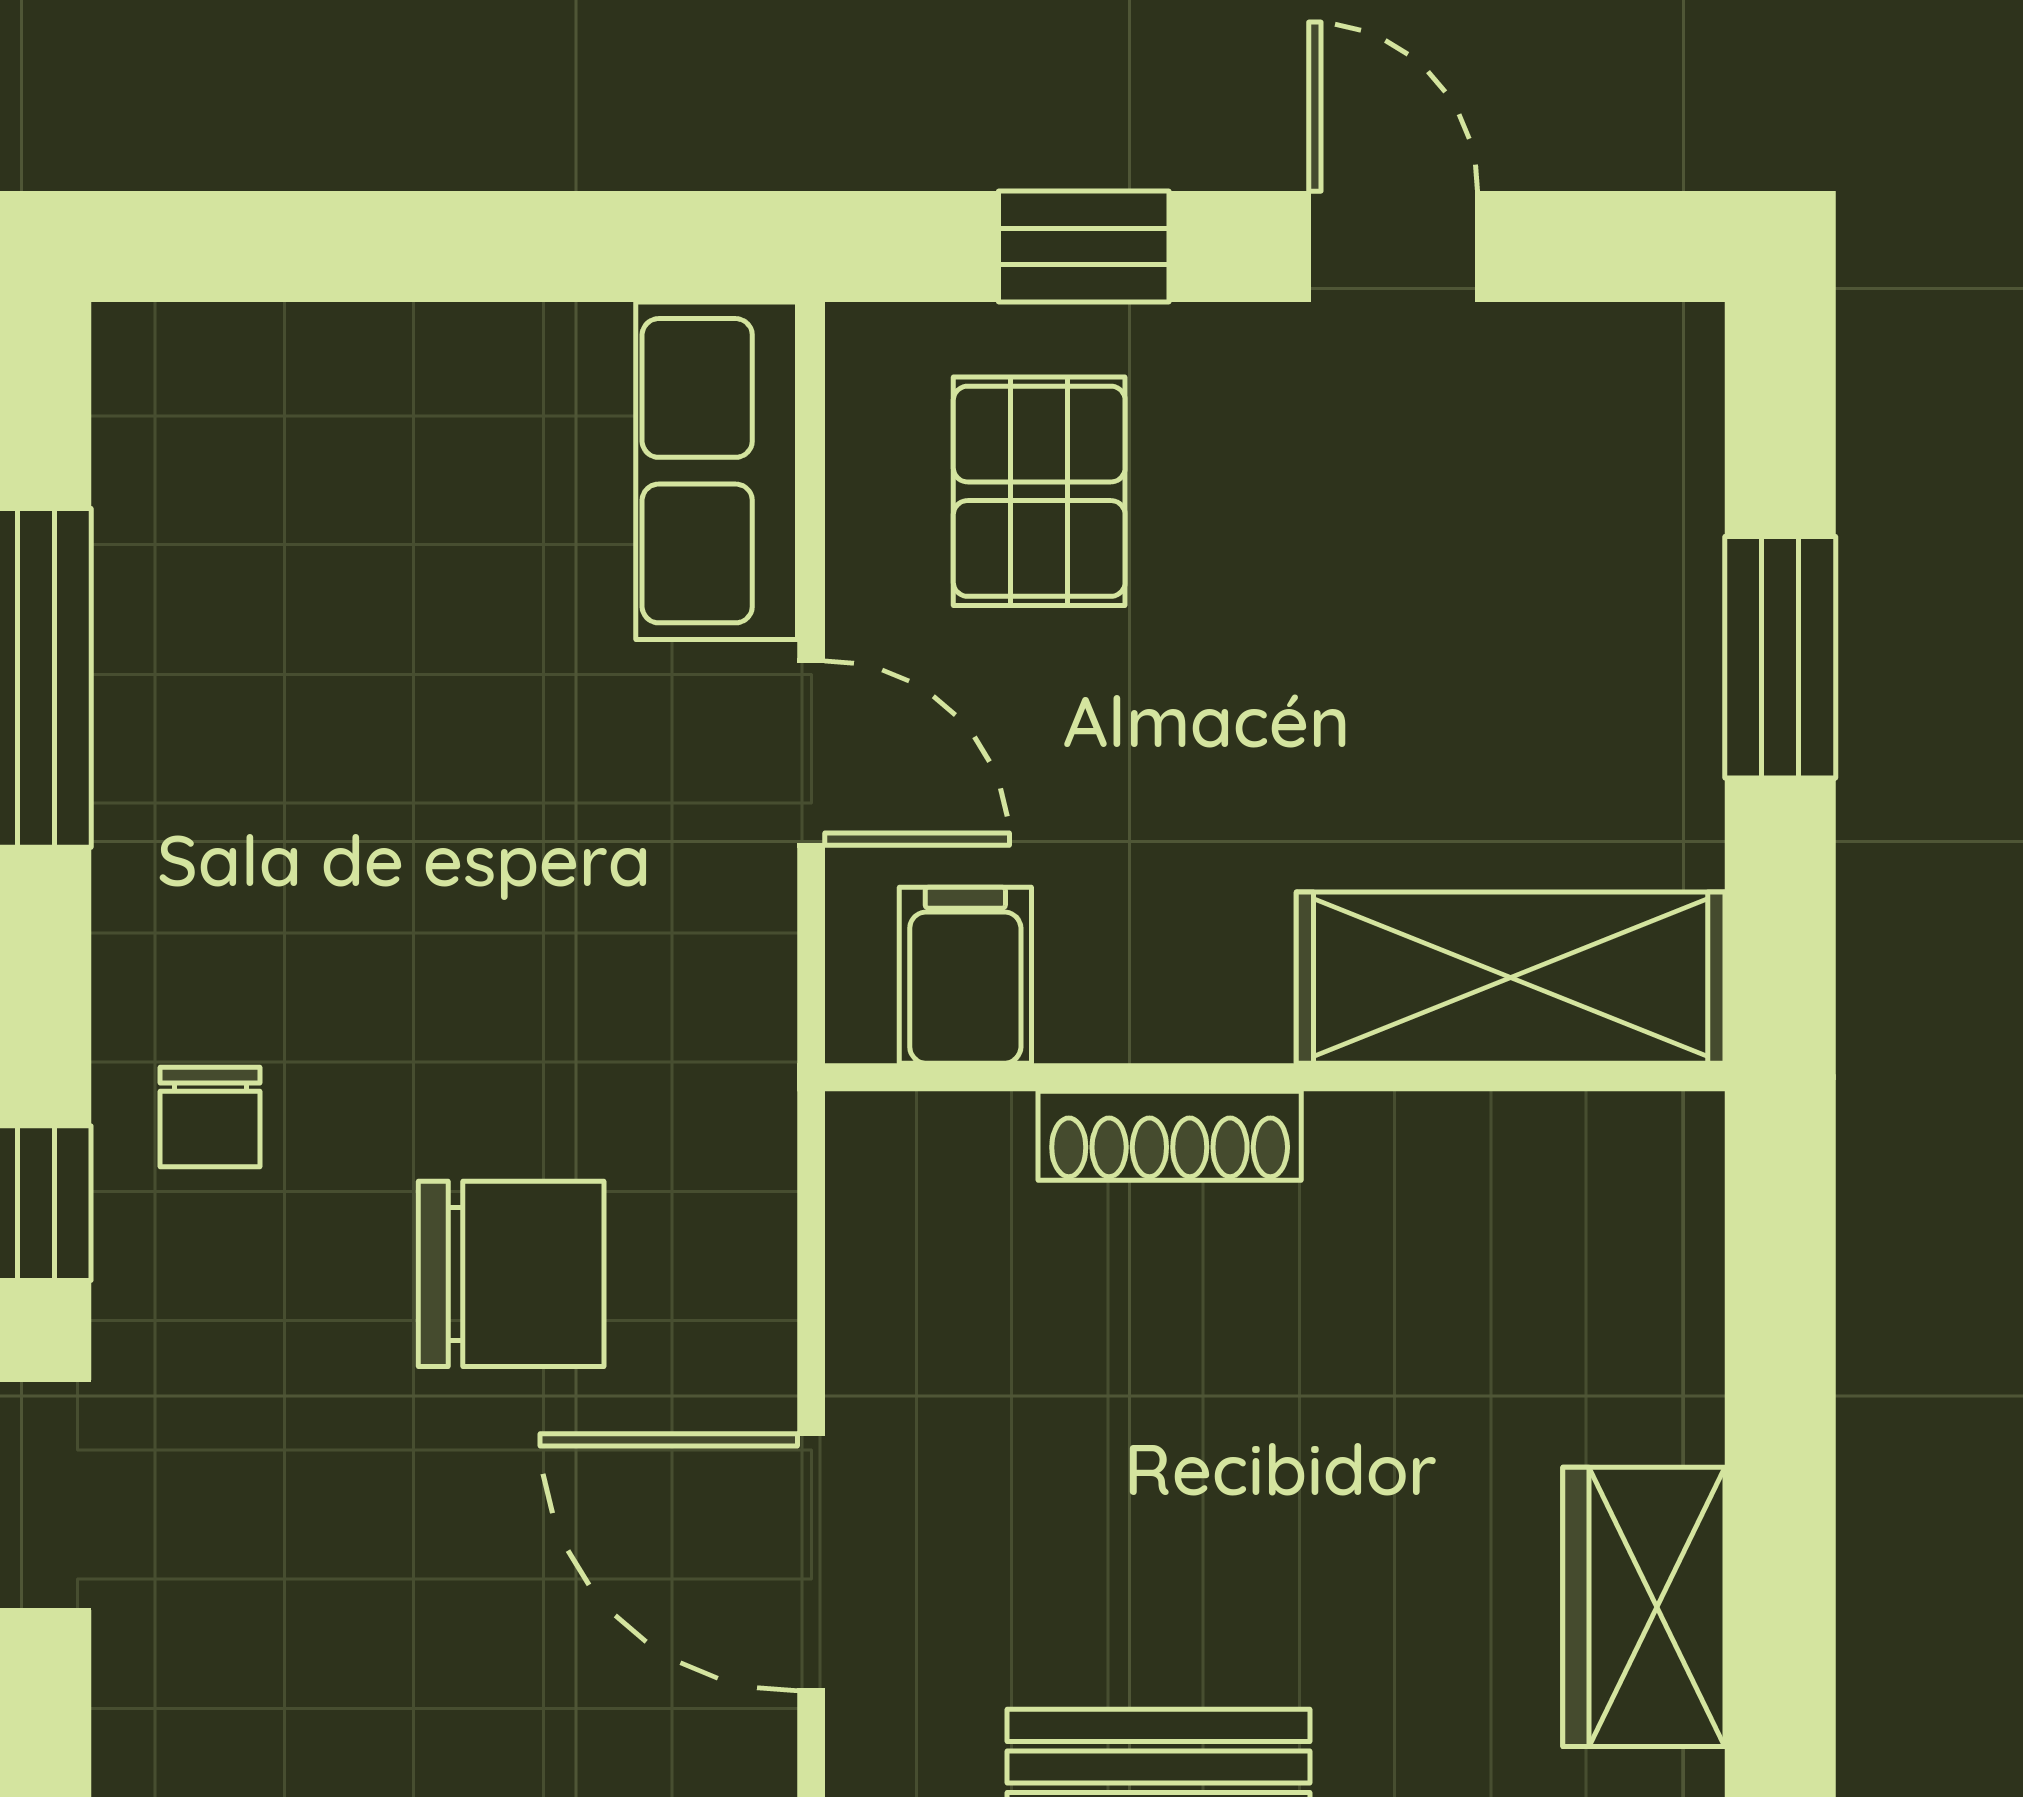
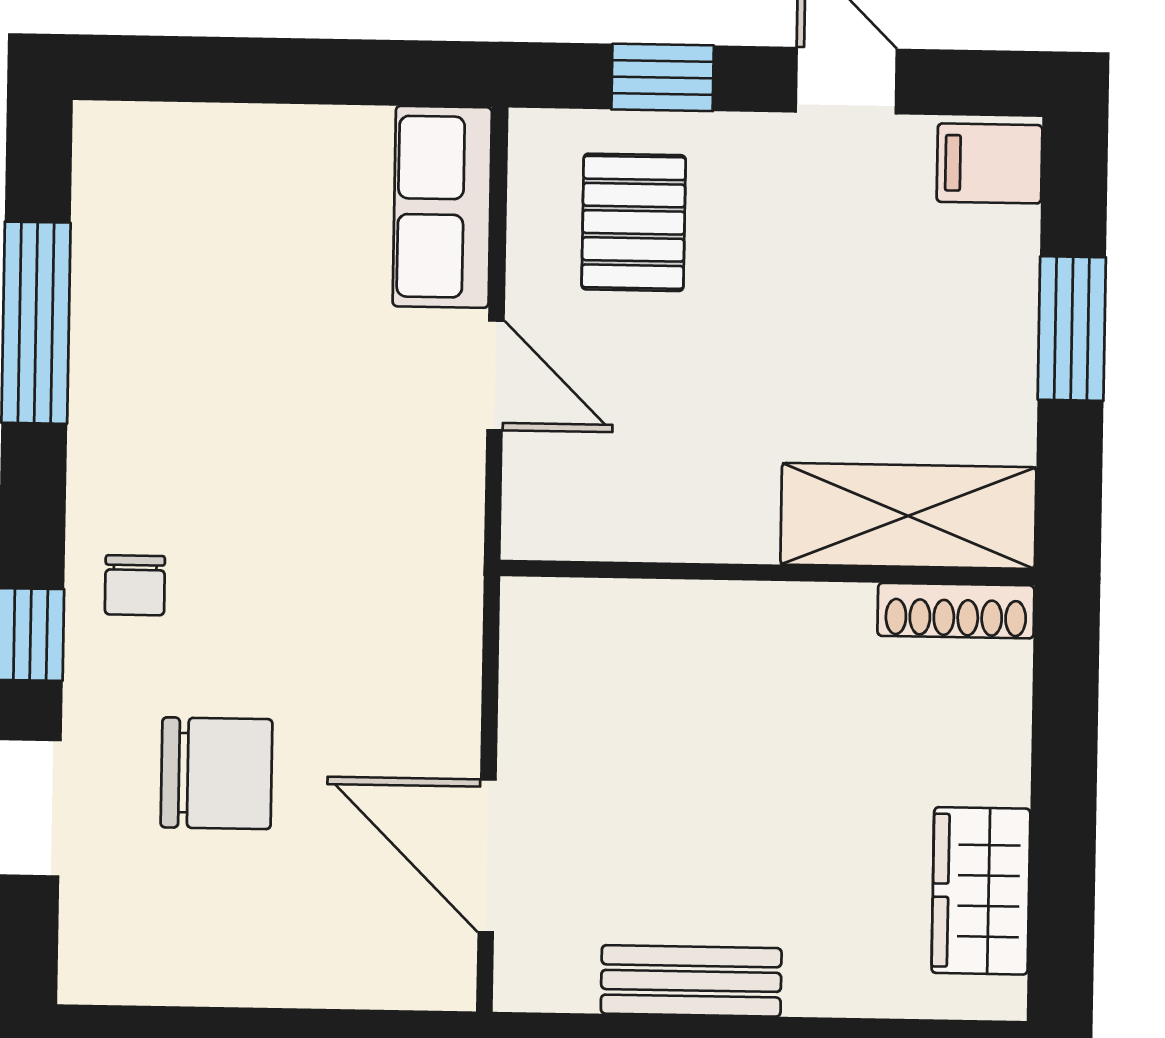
filing cabinet: (965, 975) -> (989, 163), moved, turned -90
shoe rack: (1170, 1136) -> (956, 611), moved
chair: (511, 1274) -> (216, 773), moved

